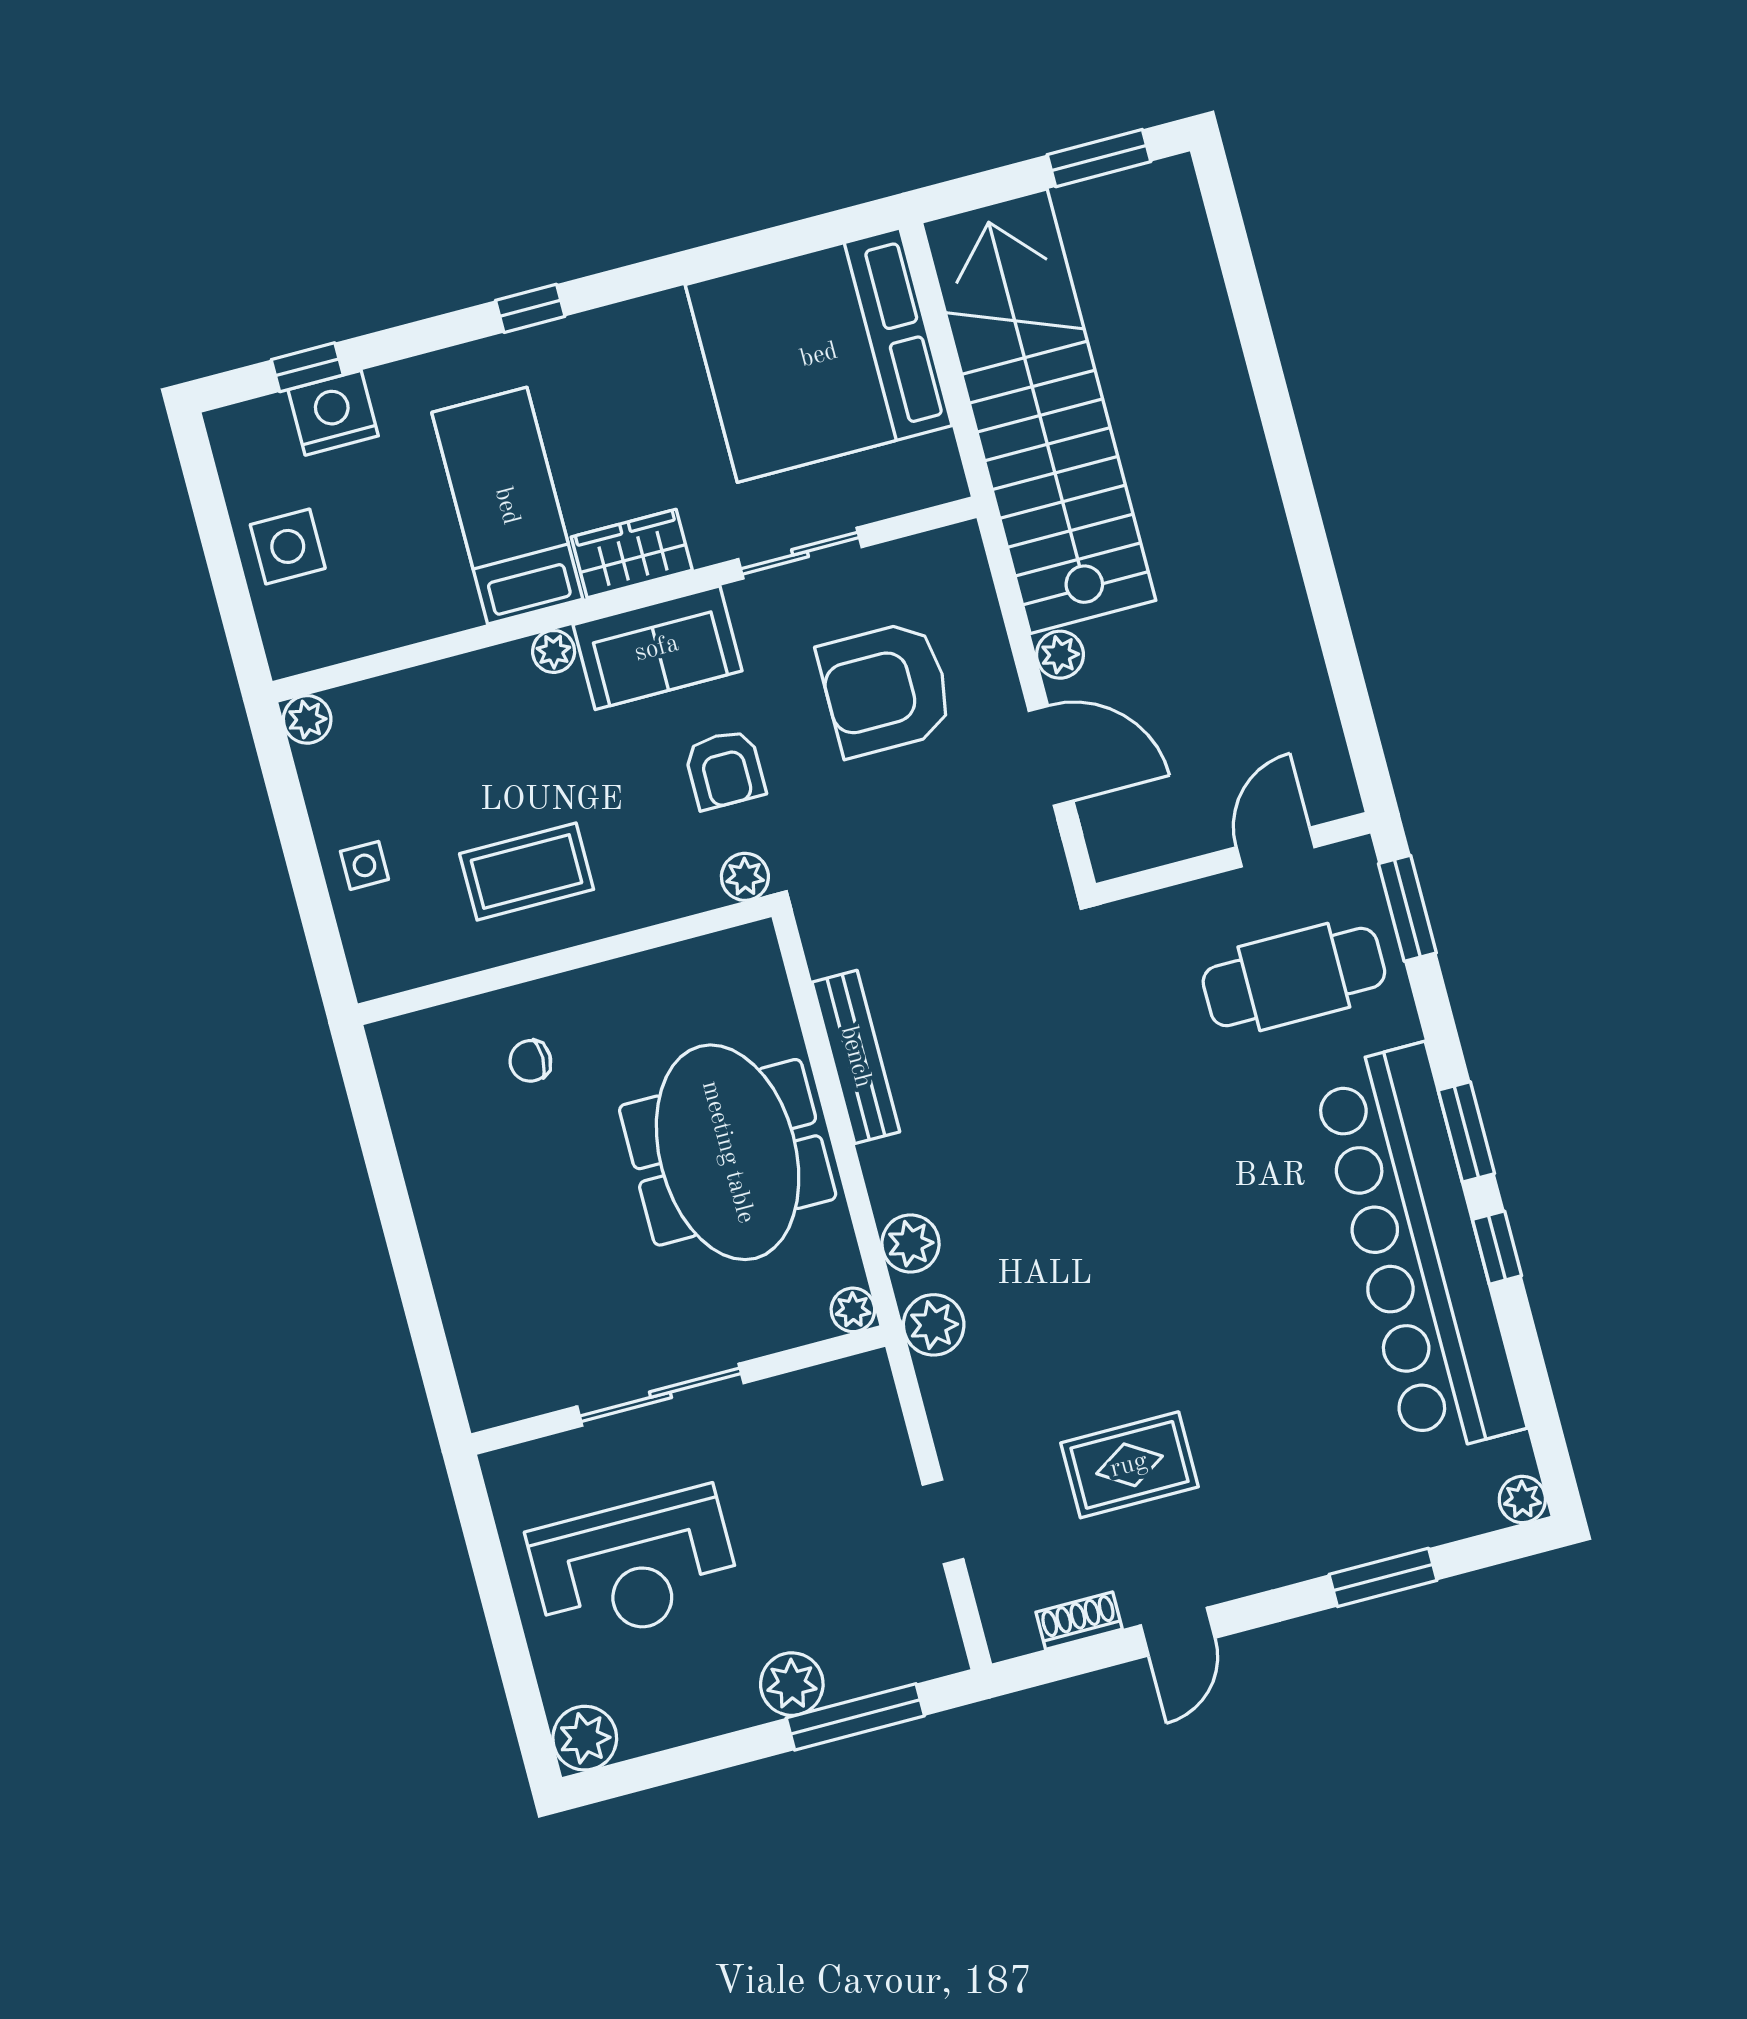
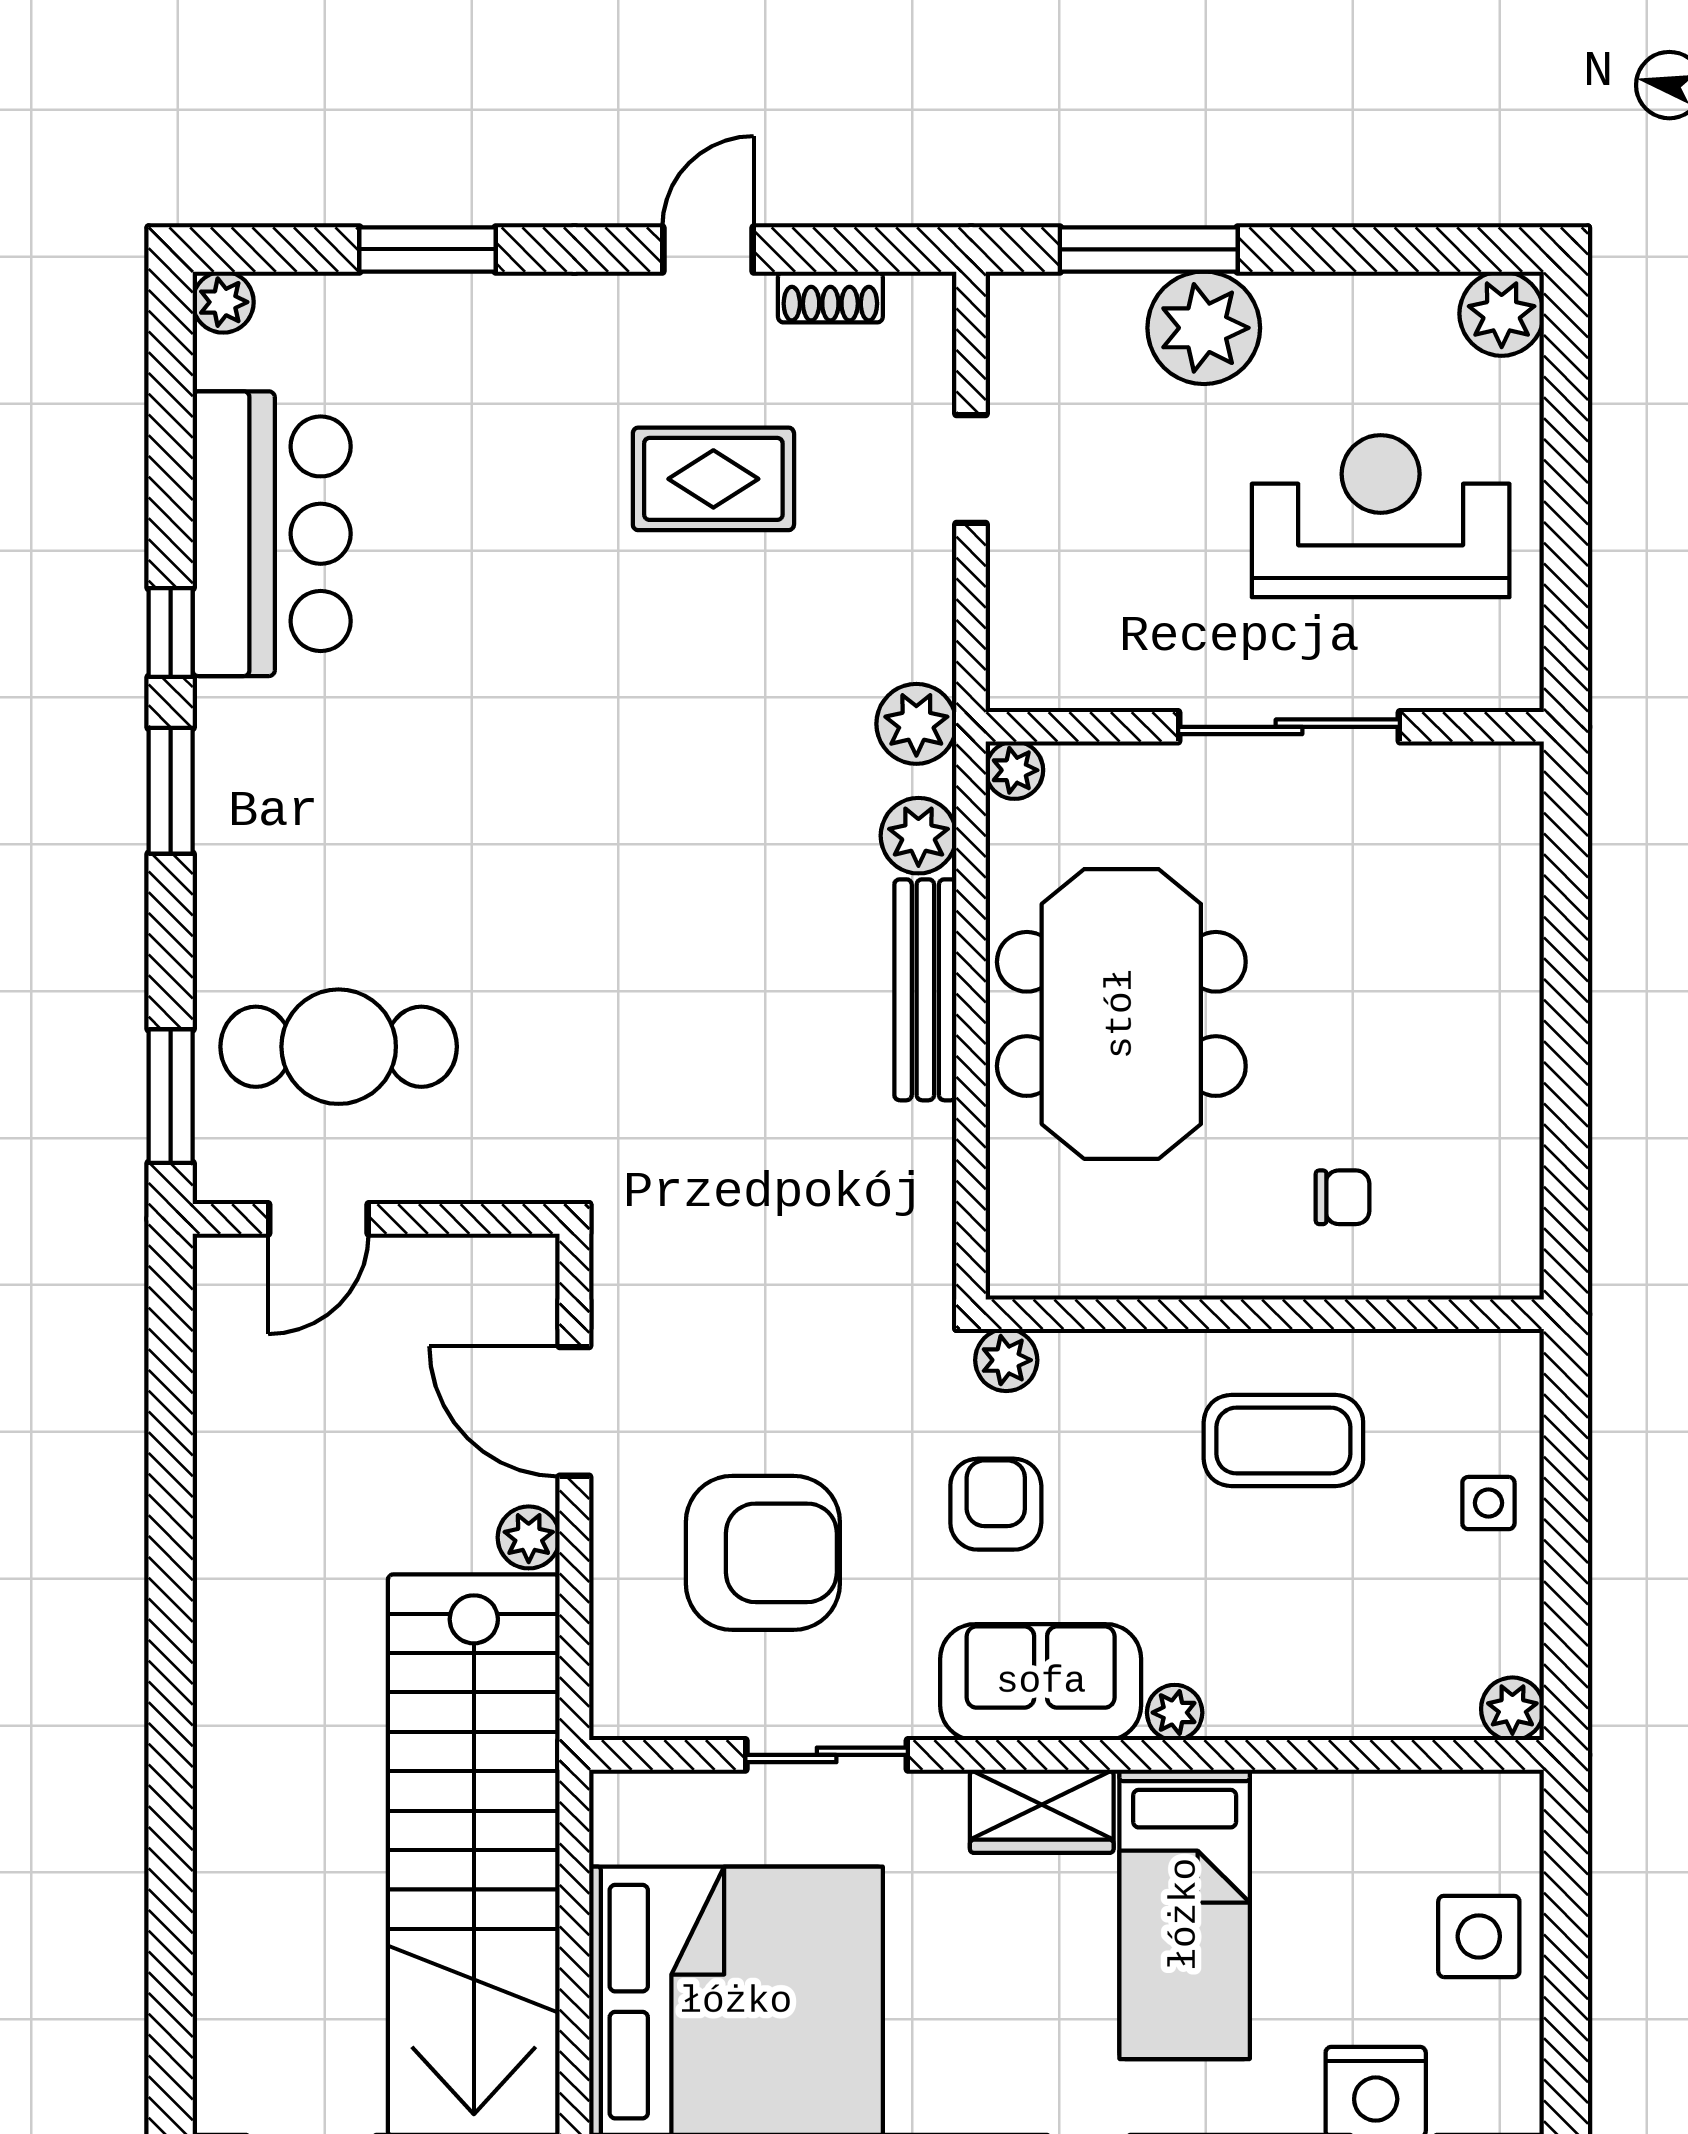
bench: (856, 1057) -> (925, 990), moved
bar counter: (1418, 1250) -> (272, 534), width x0.54
plant: (792, 1684) -> (1204, 328), width x1.36, depth x1.36

